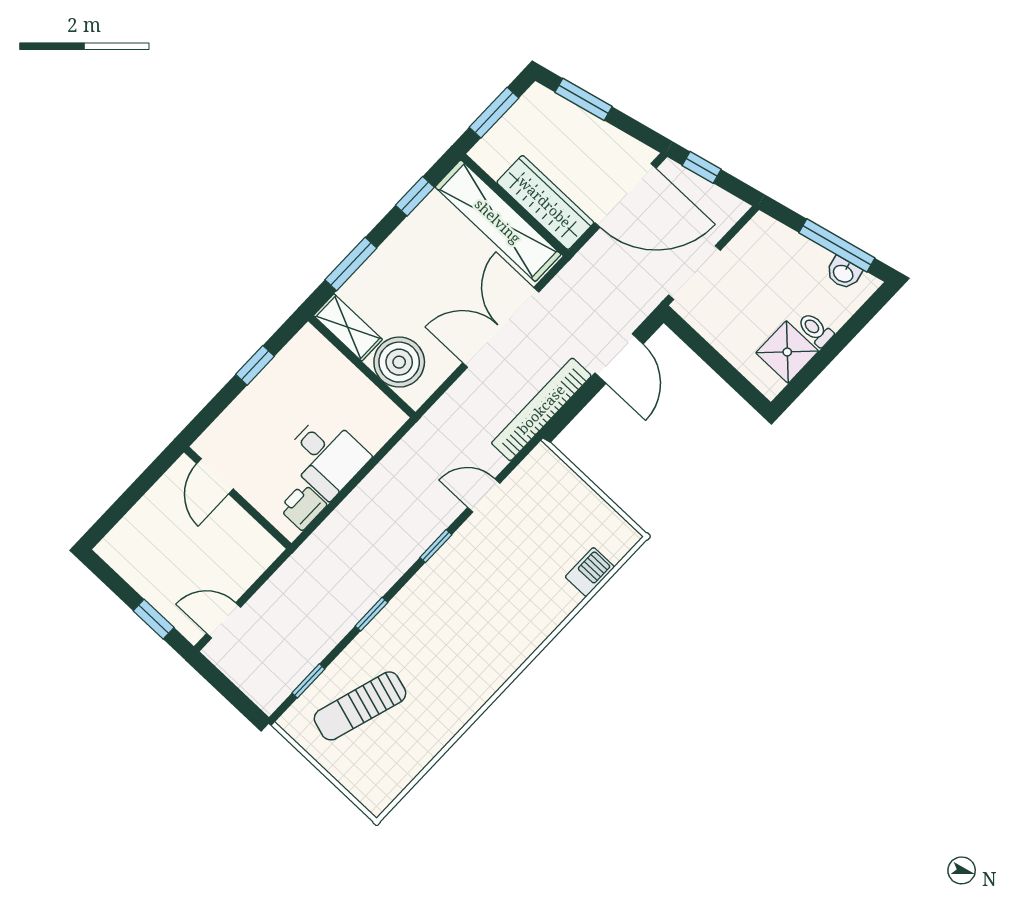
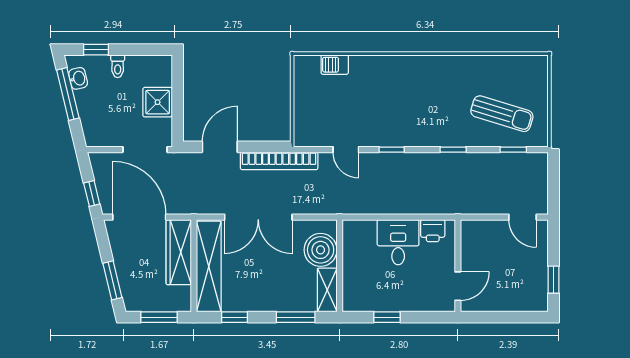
window: (857, 323) -> (96, 50), added
shower: (787, 352) -> (158, 102), moved
window: (154, 619) -> (553, 280), moved

